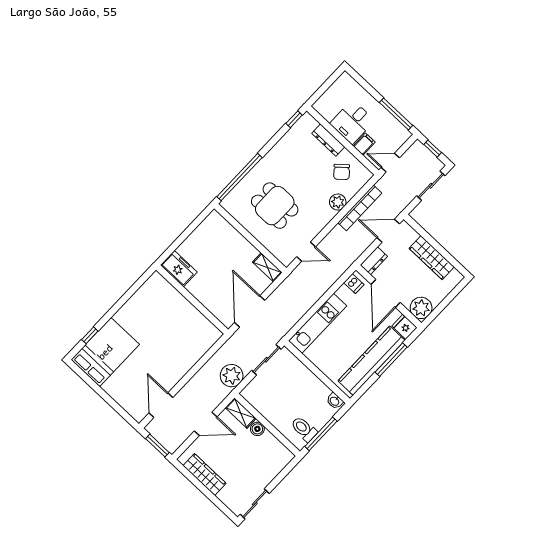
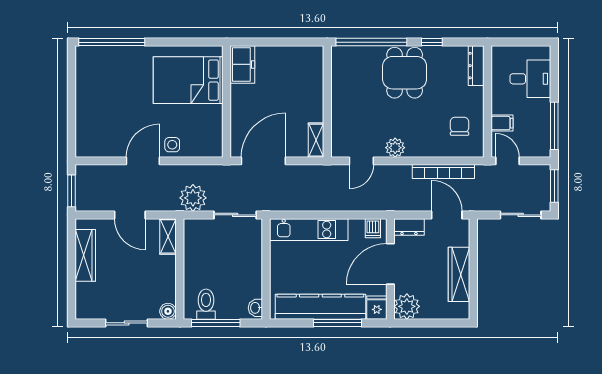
window: (294, 119) -> (432, 42), moved
desk: (352, 122) -> (530, 79), moved, turned 180
dresser: (328, 140) -> (476, 66), moved
window: (433, 149) -> (554, 186), width x1.50
chair: (342, 172) -> (460, 126), turned 131
plant: (338, 202) -> (395, 148), moved
dining table: (275, 206) -> (405, 73), moved
door: (306, 252) -> (361, 161), hinge flipped
window: (90, 335) -> (112, 42), width x3.17
bed: (105, 352) -> (188, 80), moved, turned 180
side table: (187, 358) -> (172, 145), added
door: (161, 405) -> (143, 161), moved
boiler: (257, 429) -> (168, 311), moved
sliding door: (255, 504) -> (127, 323), moved

